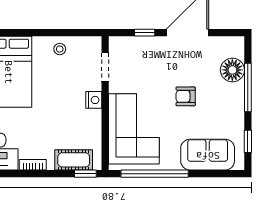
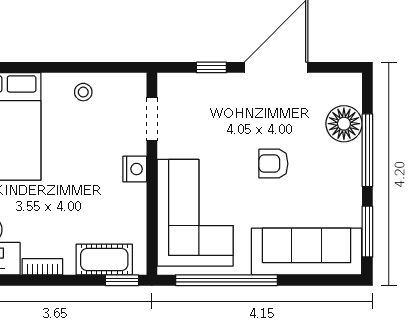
window: (248, 141) -> (367, 232), width x1.50
sofa: (208, 155) -> (307, 251), width x1.36

